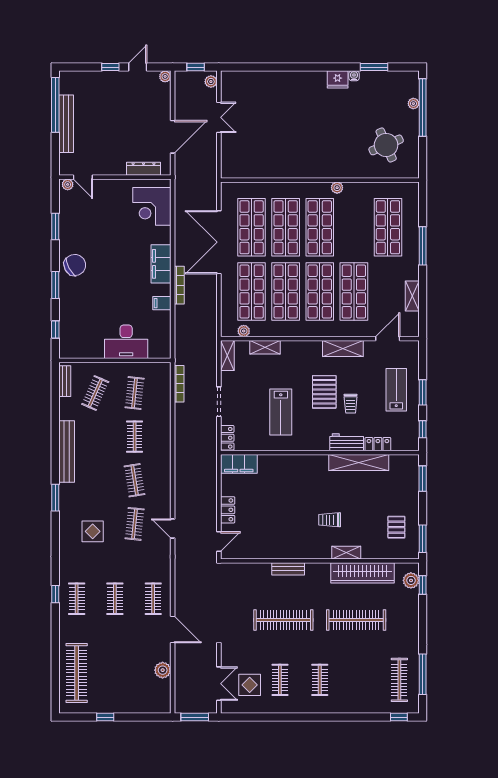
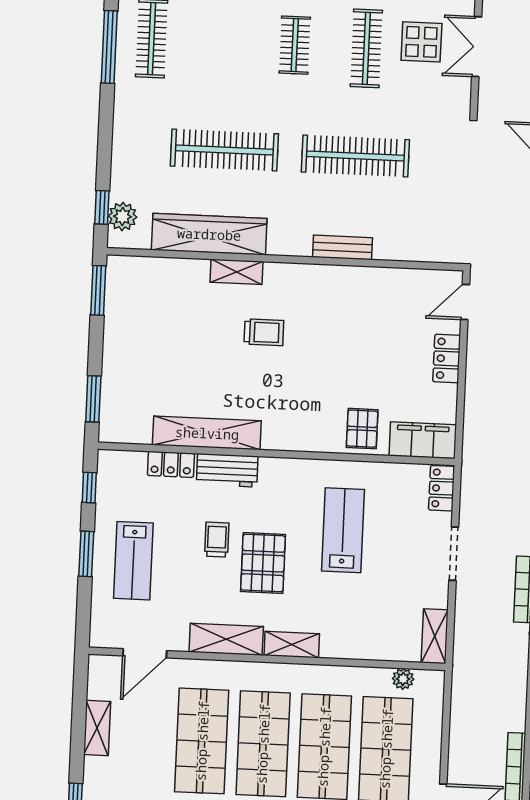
shelving: (265, 347) -> (292, 645), moved
pallet: (396, 527) -> (362, 429), moved
clothes rail: (280, 680) -> (366, 48), width x1.36

